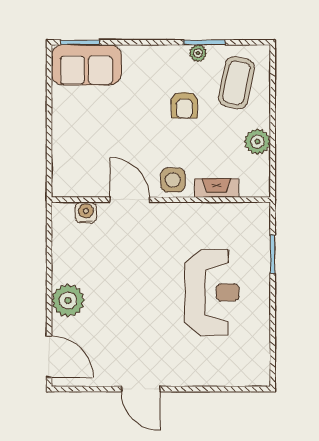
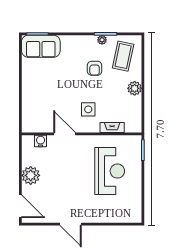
fireplace: (216, 188) -> (112, 128), moved
door: (130, 200) -> (65, 134), moved
wall: (161, 200) -> (82, 134), moved
water cooler: (86, 213) -> (41, 141), moved

